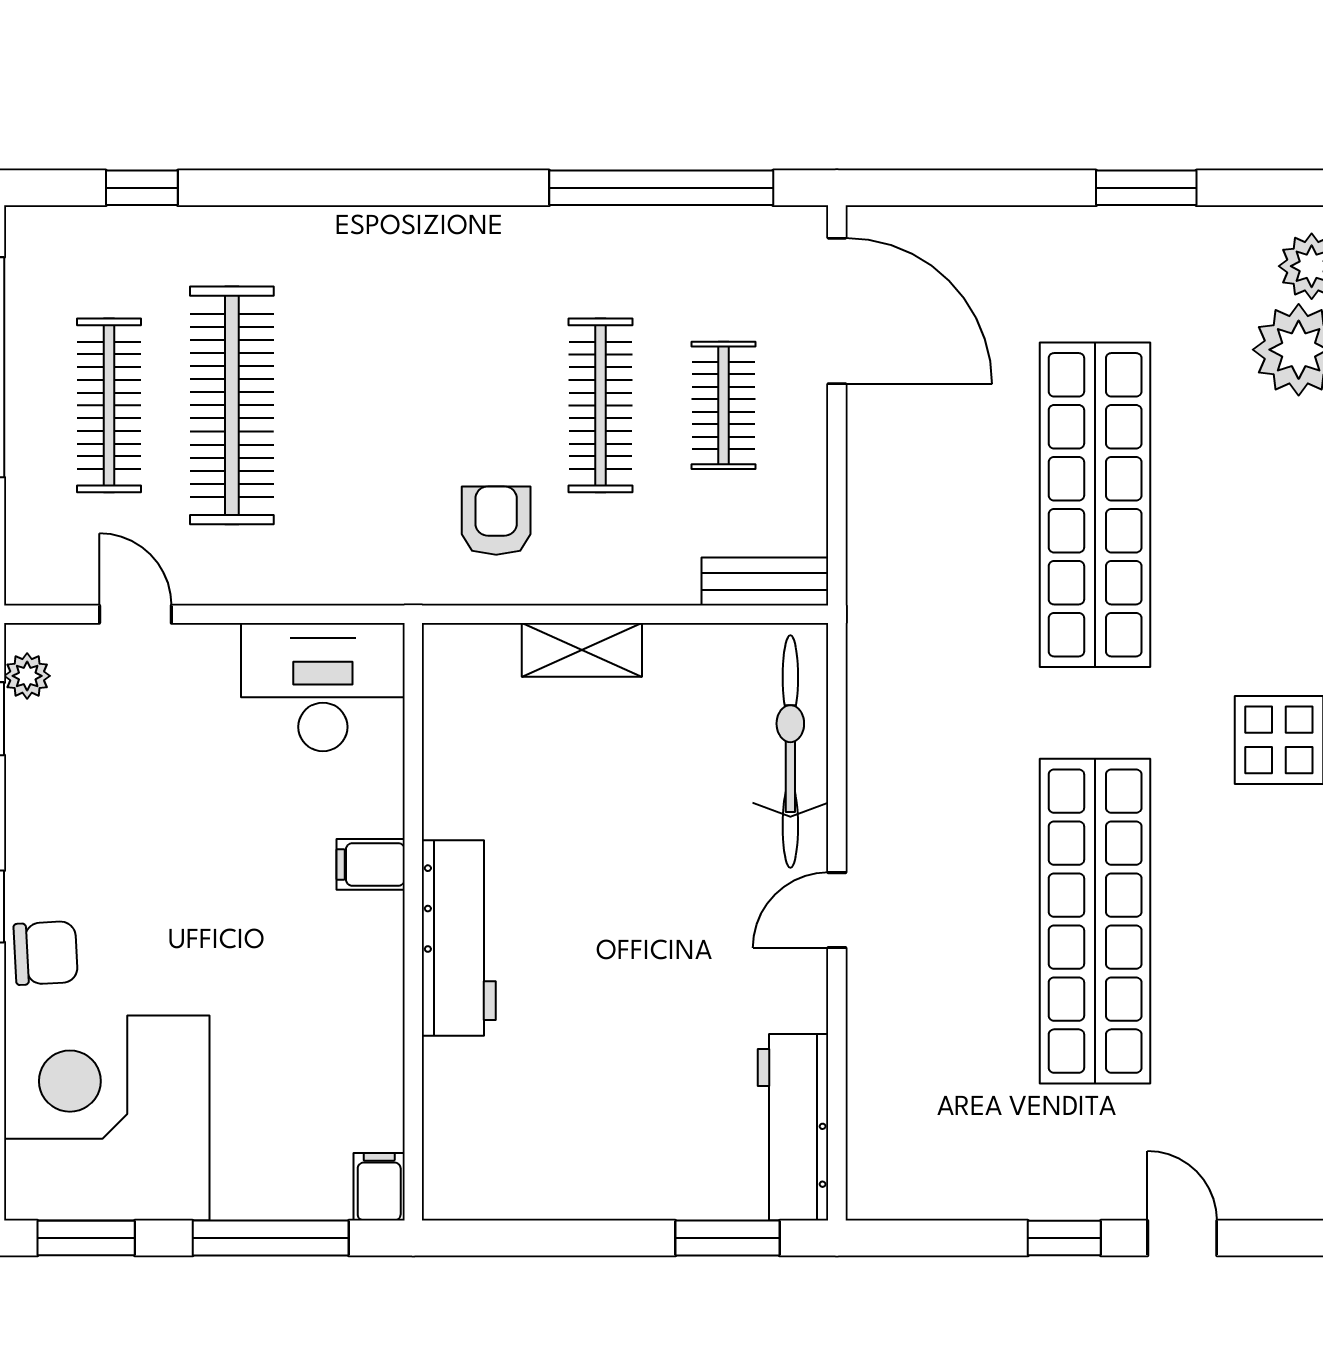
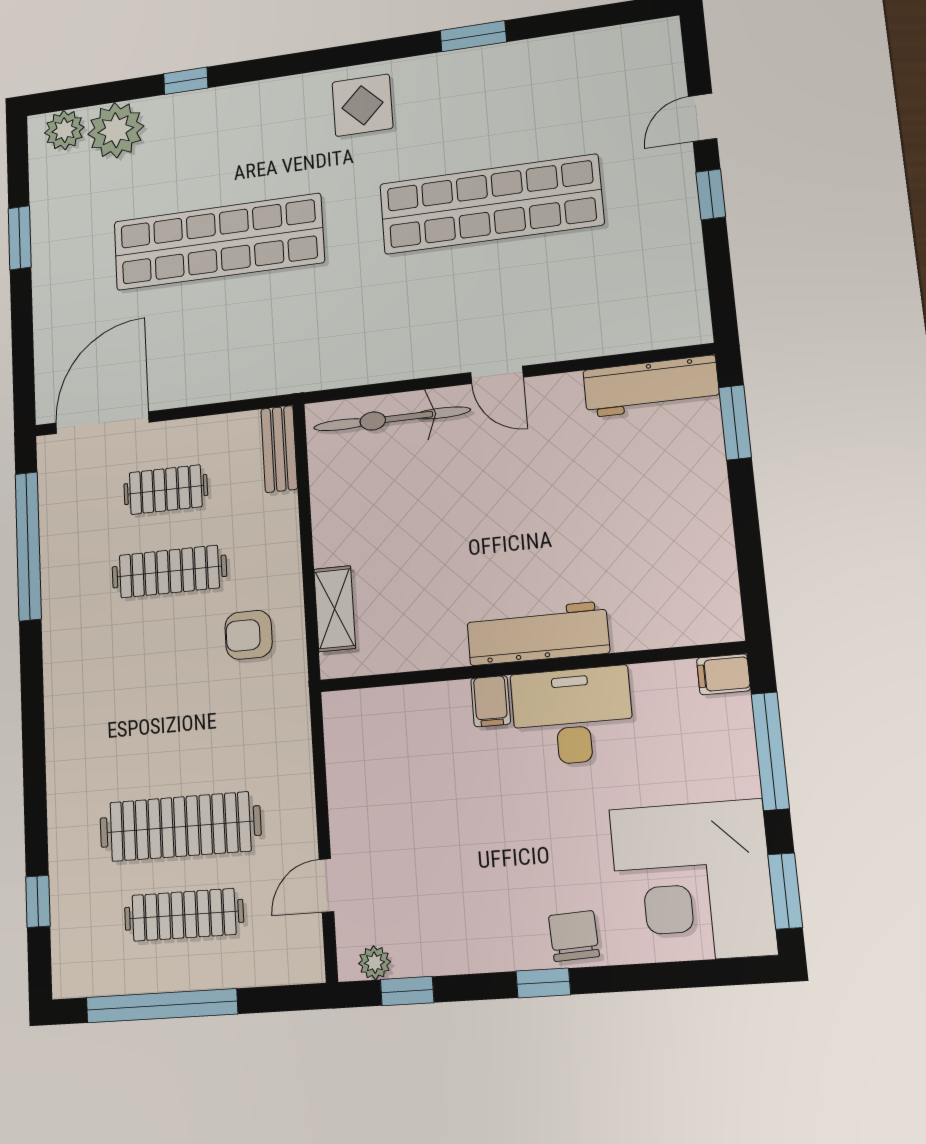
shelving: (582, 650) -> (335, 609), moved
desk: (323, 687) -> (572, 716), moved, turned 90

